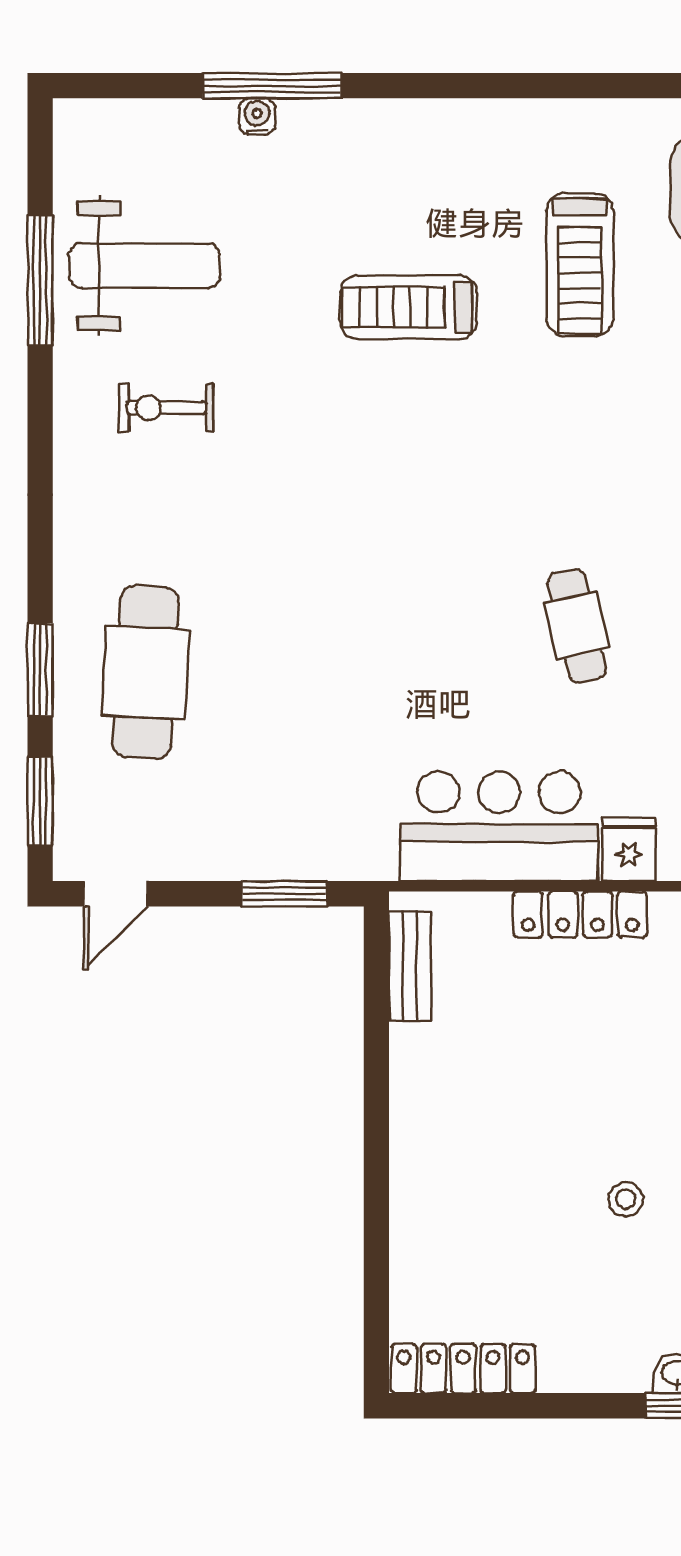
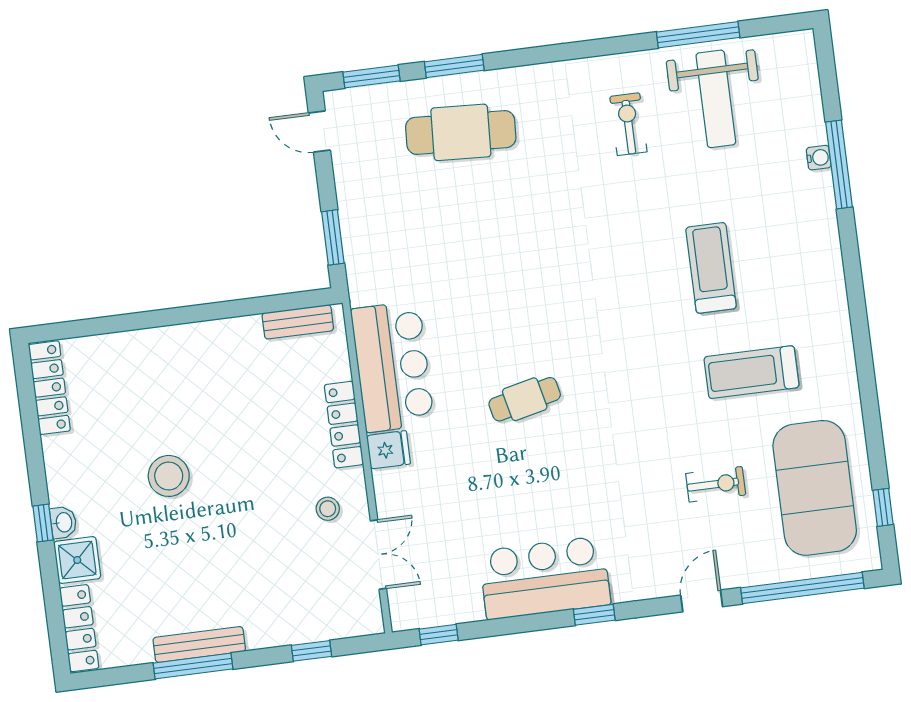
stool: (626, 1199) -> (169, 476), width x1.89, depth x1.89

